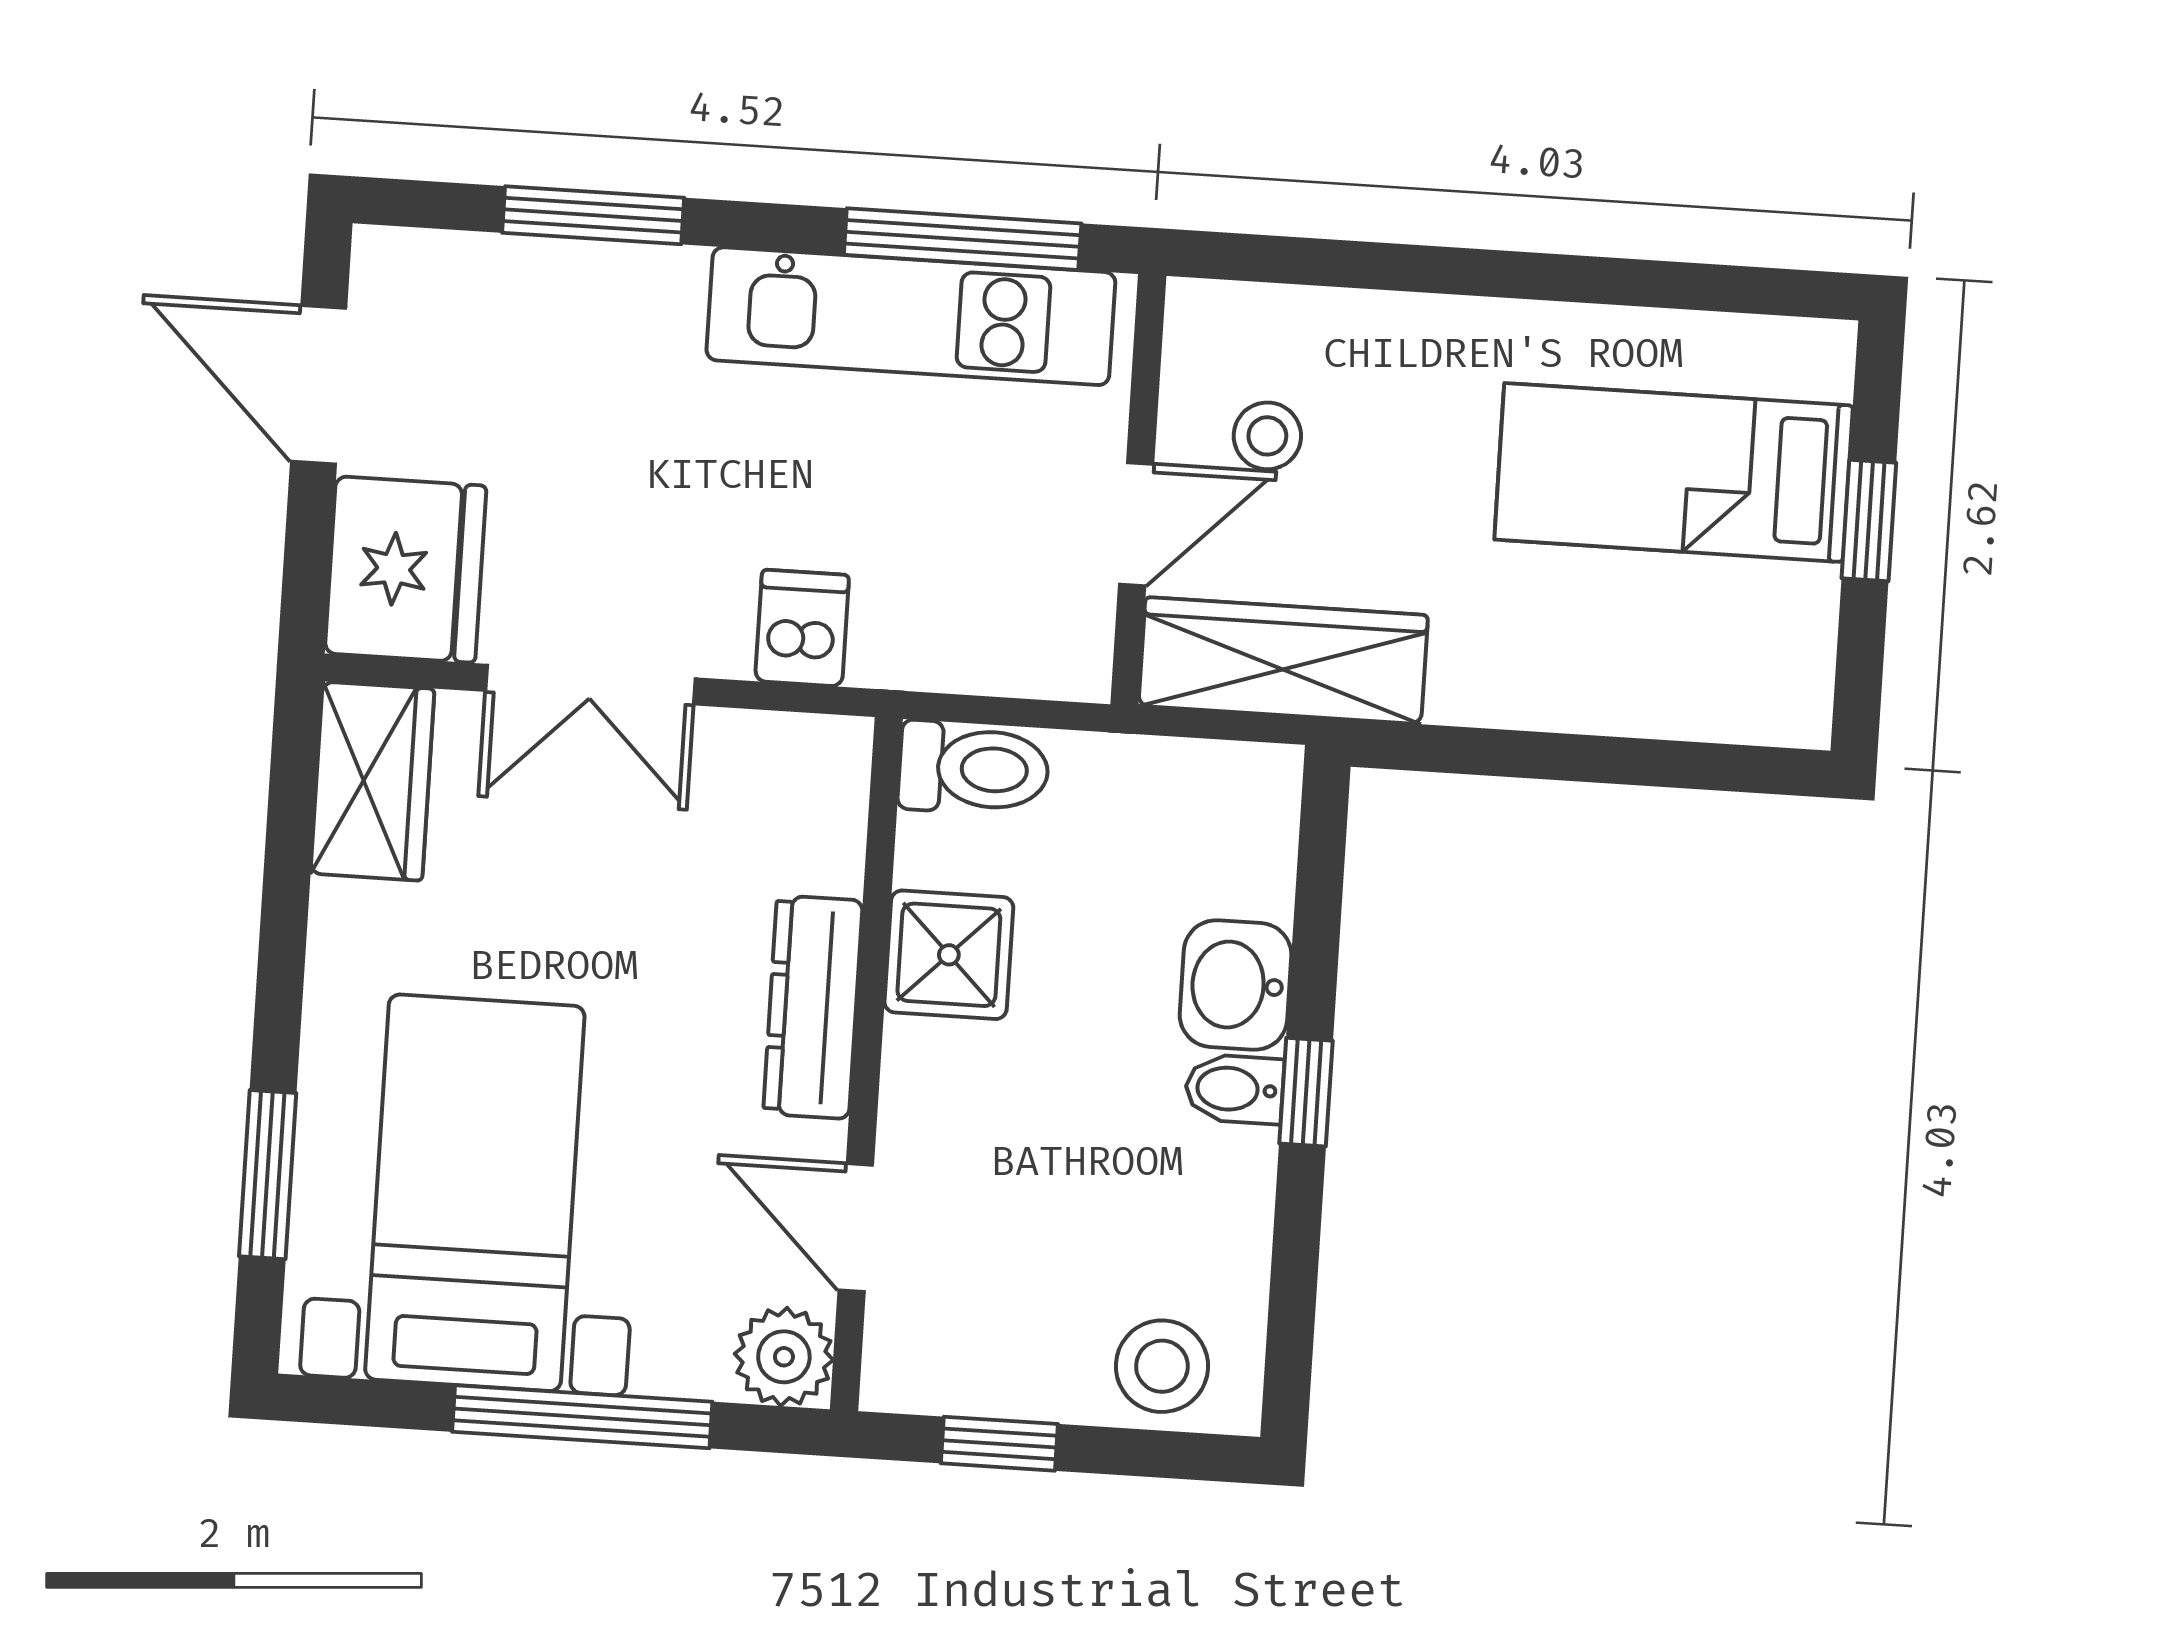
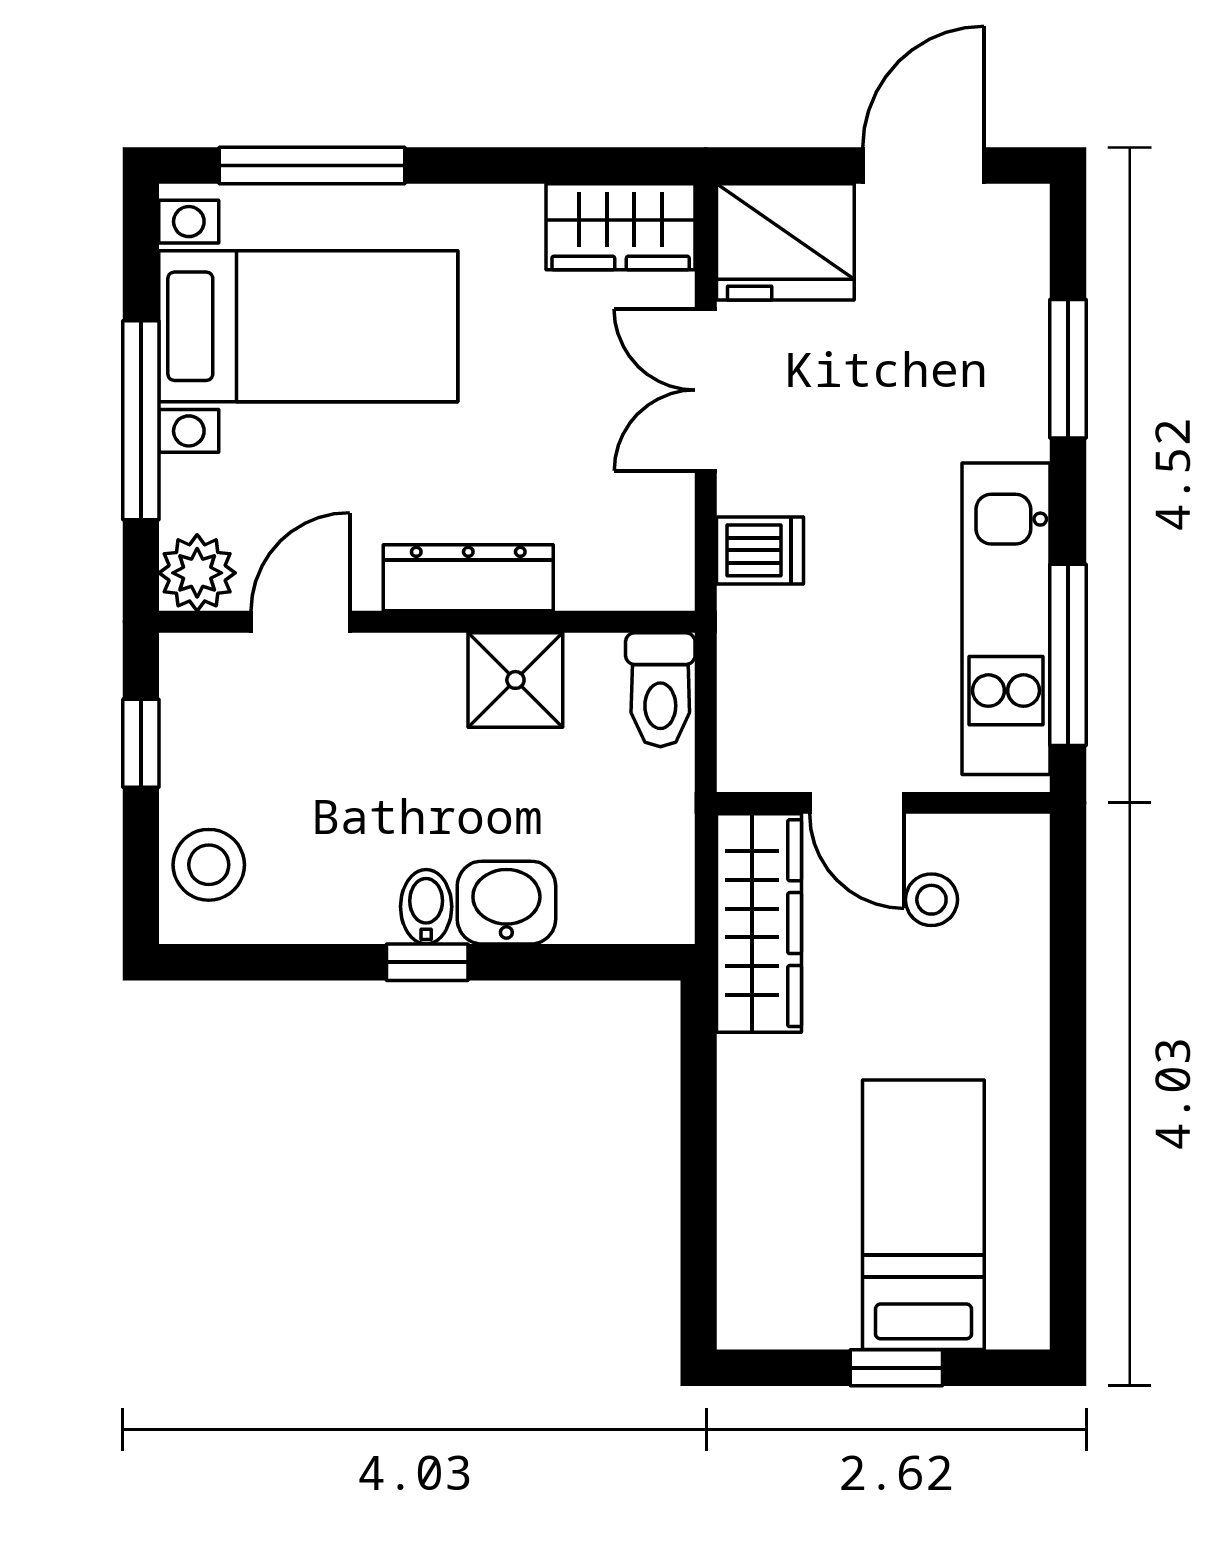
window: (268, 1175) -> (312, 165), width x1.44

